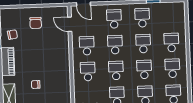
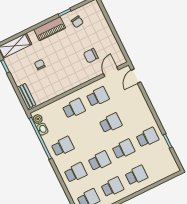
school desk: (114, 19) -> (135, 111), removed
chair: (36, 23) -> (91, 56), moved
school desk: (116, 70) -> (87, 135), removed

